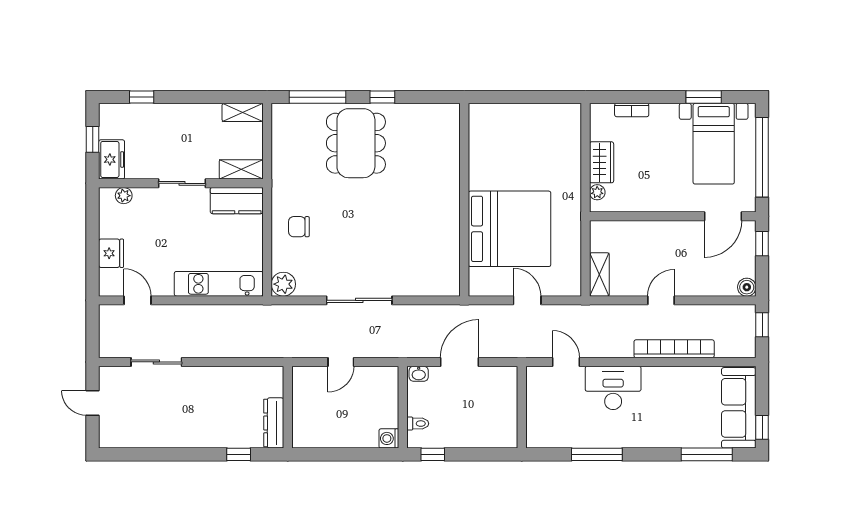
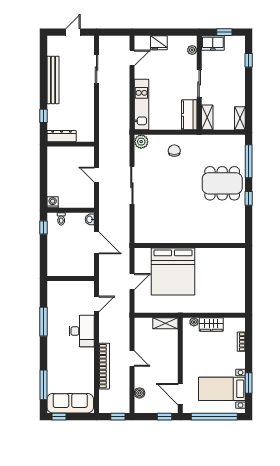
shelving: (599, 274) -> (165, 323), moved
boiler: (747, 287) -> (140, 393), moved
bench: (176, 438) -> (53, 80), added

